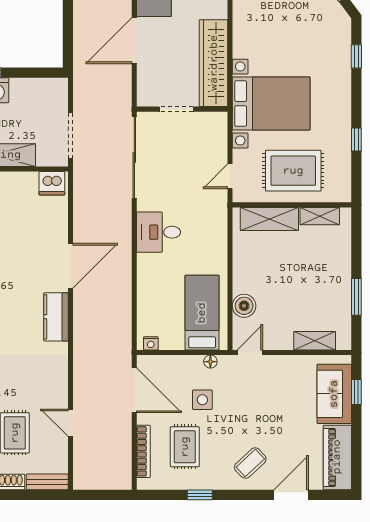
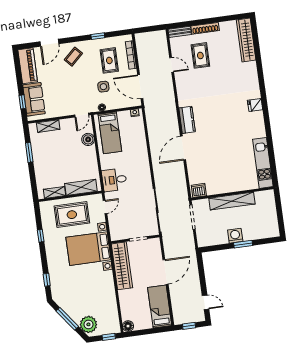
desk: (159, 232) -> (114, 180), moved, turned 180

